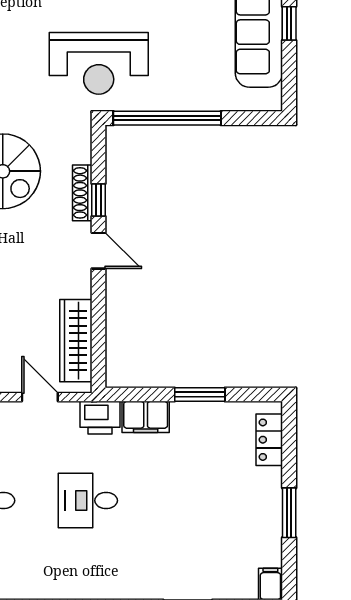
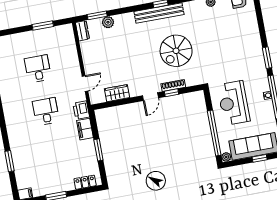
reception desk: (99, 63) -> (234, 103), moved
plant: (271, 100) -> (226, 157), added
window: (167, 118) -> (214, 133), moved
wardrobe: (76, 341) -> (117, 93), width x0.67

